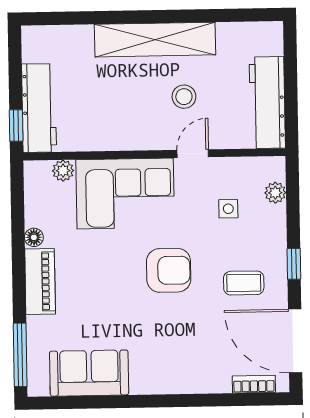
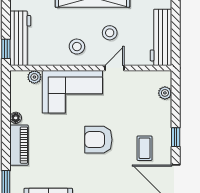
stool: (131, 120) -> (77, 47), added
side table: (228, 209) -> (136, 102), removed
armchair: (169, 270) -> (98, 140), turned 180
coffee table: (244, 283) -> (145, 148), turned 90

